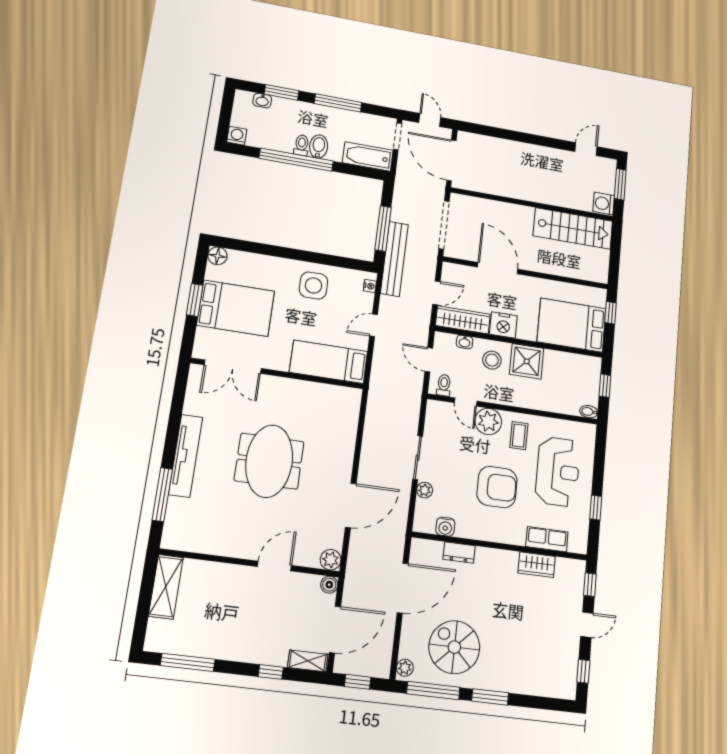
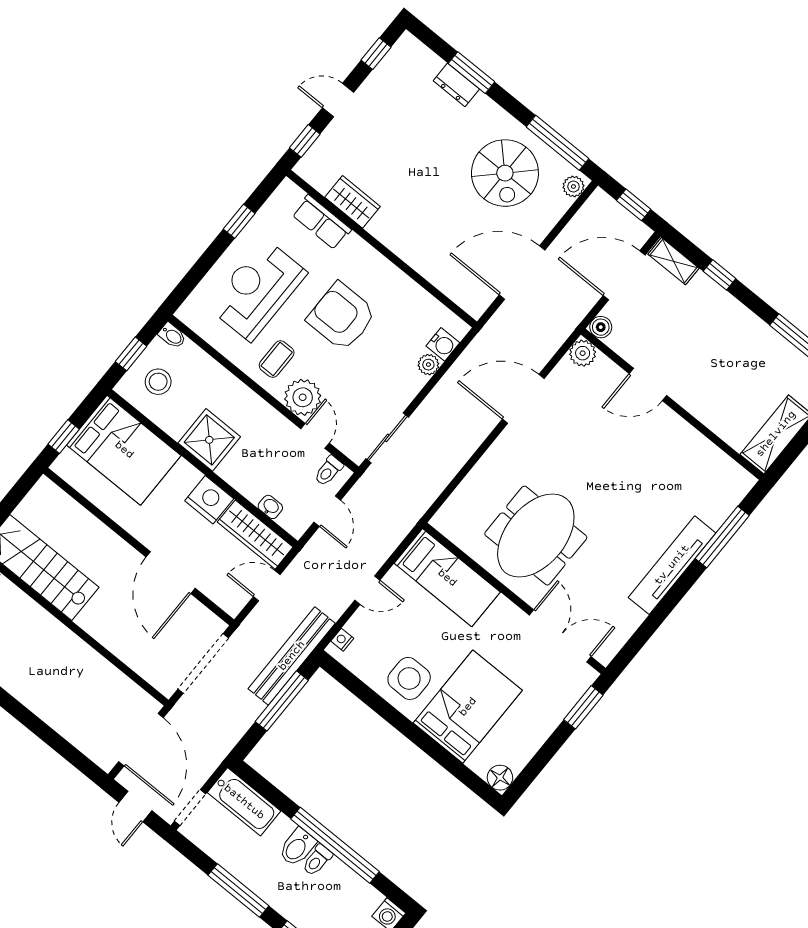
window: (195, 300) -> (583, 707), moved
bed: (236, 308) -> (468, 707), moved, turned 90
stool: (492, 360) -> (158, 382), moved
sliding door: (418, 458) -> (387, 438), moved
meeting table: (269, 461) -> (536, 536), moved
water cooler: (445, 527) -> (443, 344), moved, turned 90
dresser: (459, 552) -> (456, 85), moved, turned 180
window: (490, 697) -> (471, 73), moved

